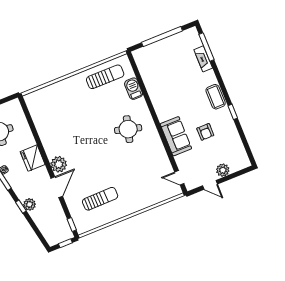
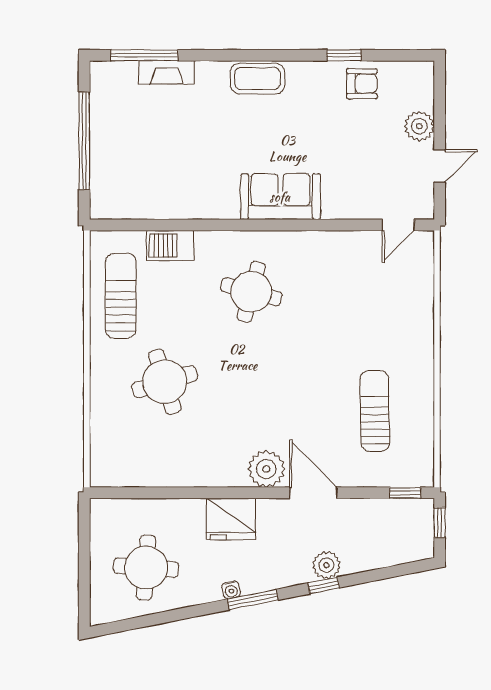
round table: (77, 109) -> (165, 382), added
window: (233, 112) -> (344, 55), moved
armchair: (205, 132) -> (362, 84), moved
sofa: (176, 136) -> (280, 197), moved

